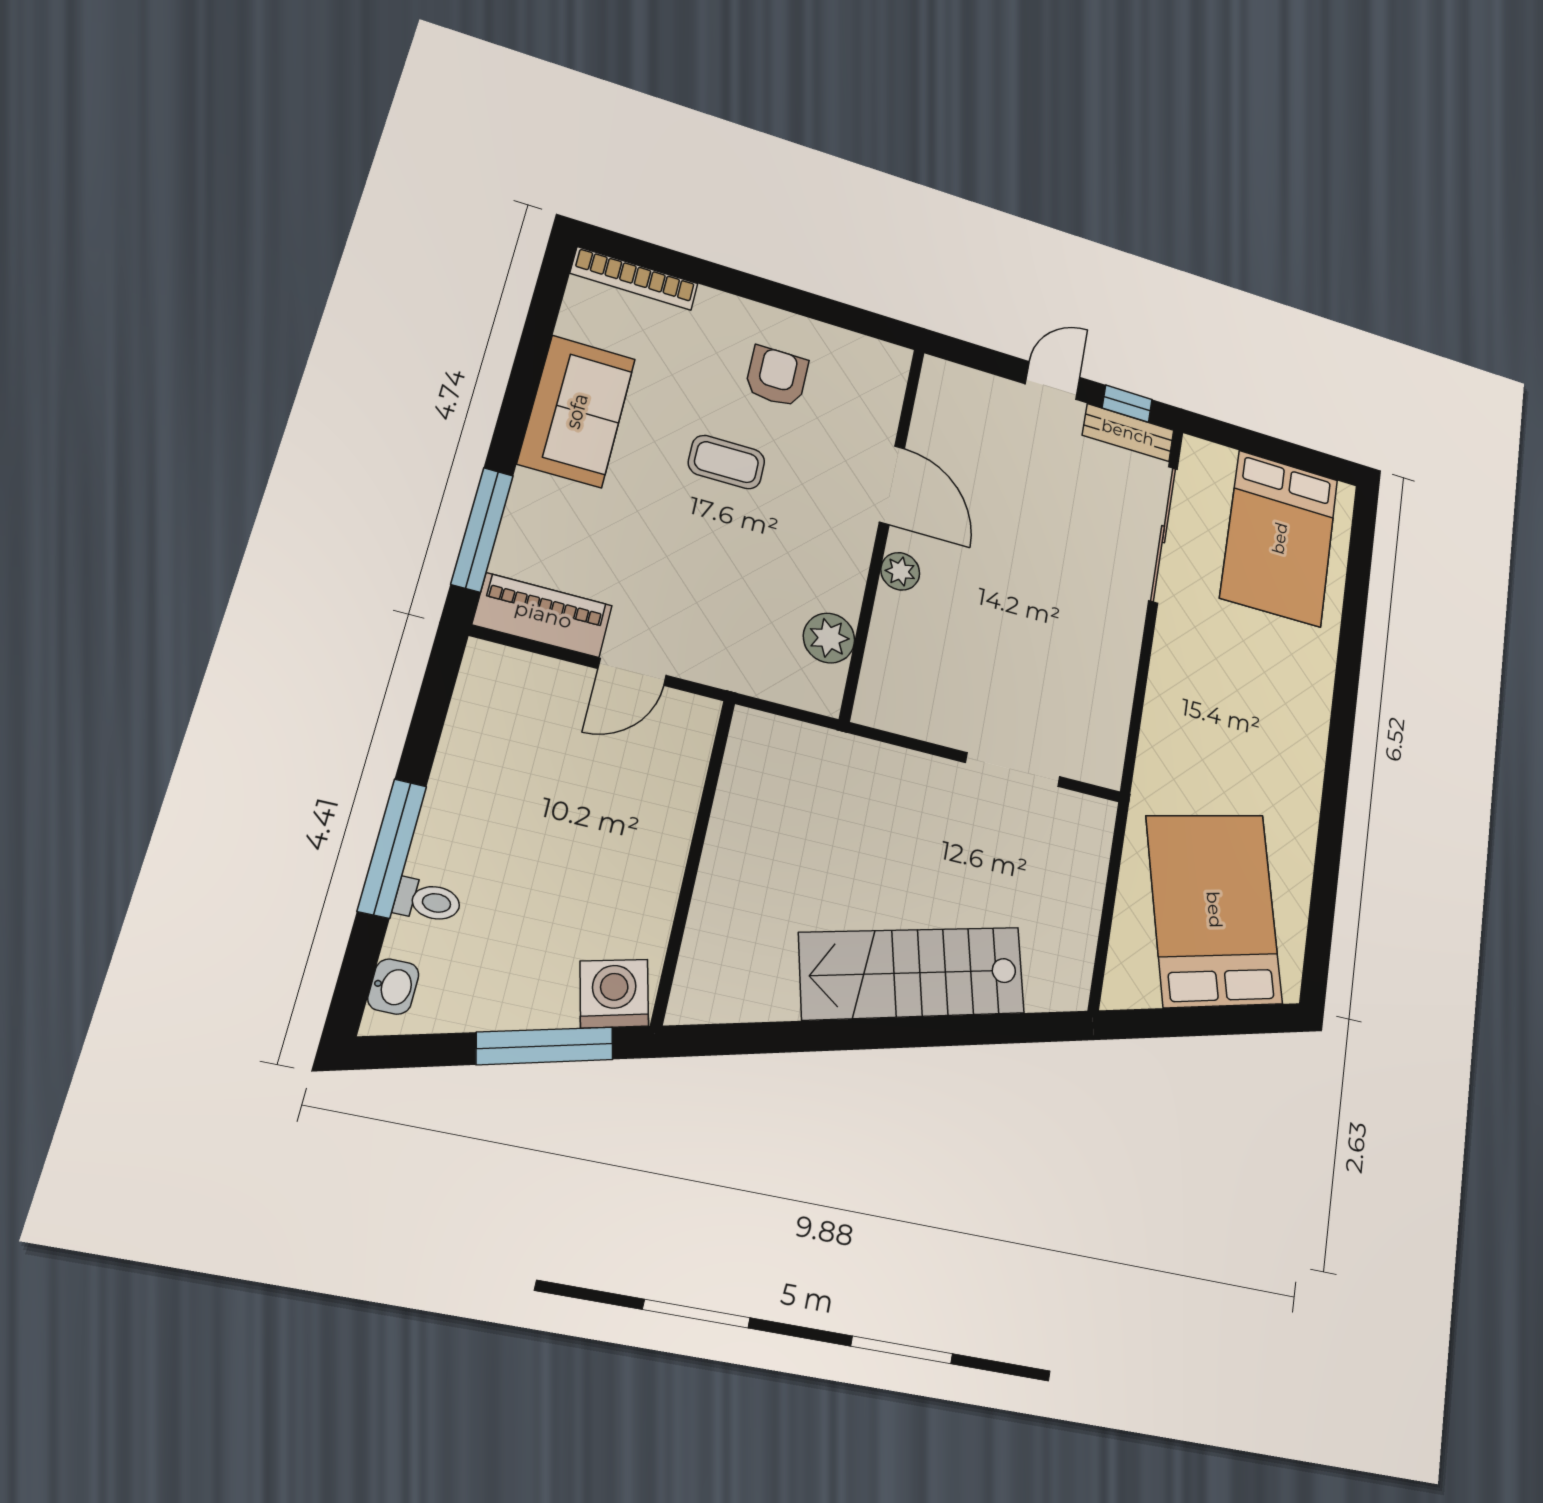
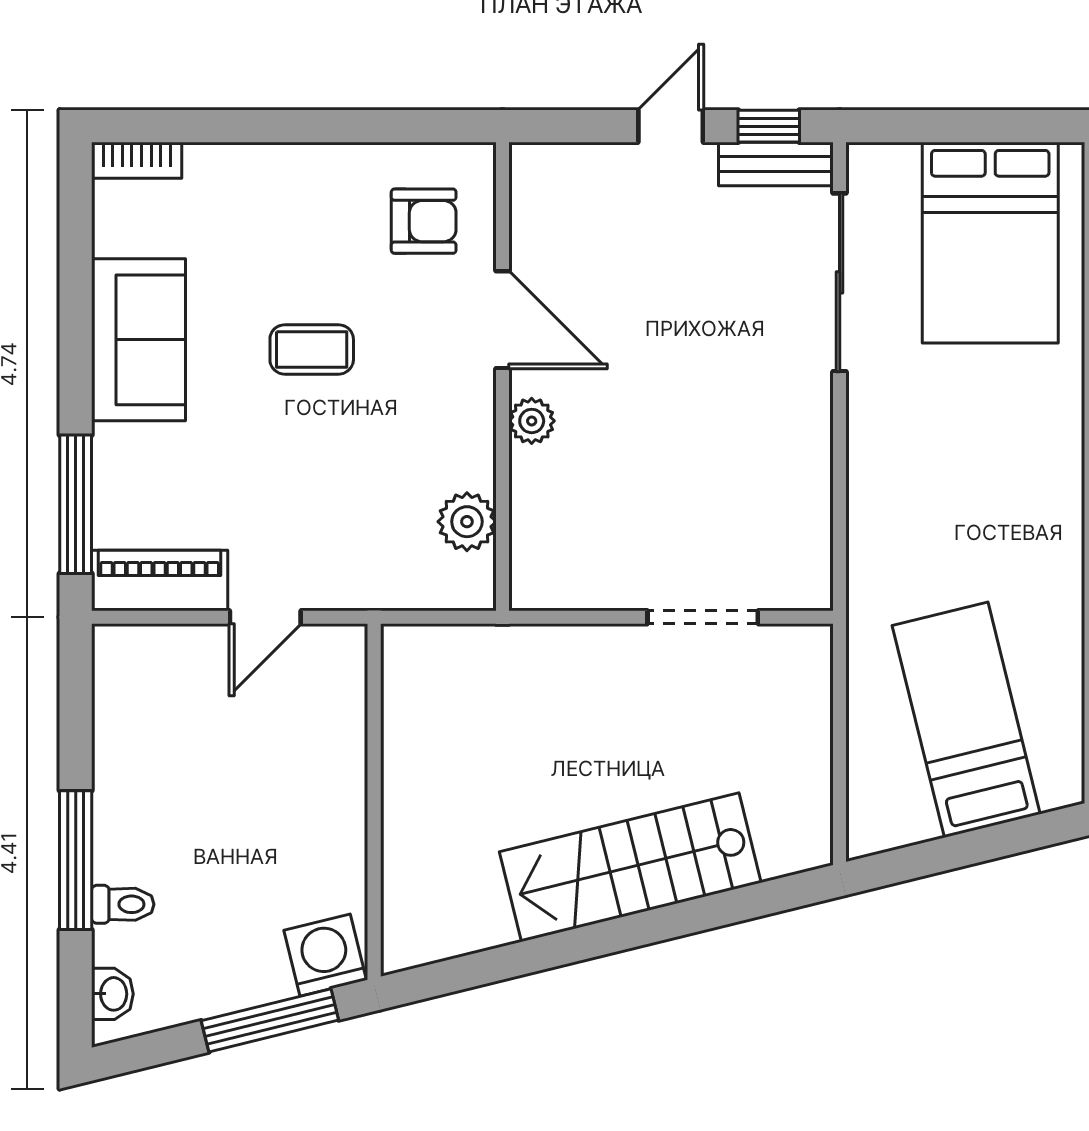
bookcase: (634, 278) -> (137, 160), width x0.64
armchair: (777, 377) -> (424, 221), moved, turned 90
bed: (1214, 910) -> (966, 720), width x0.67

